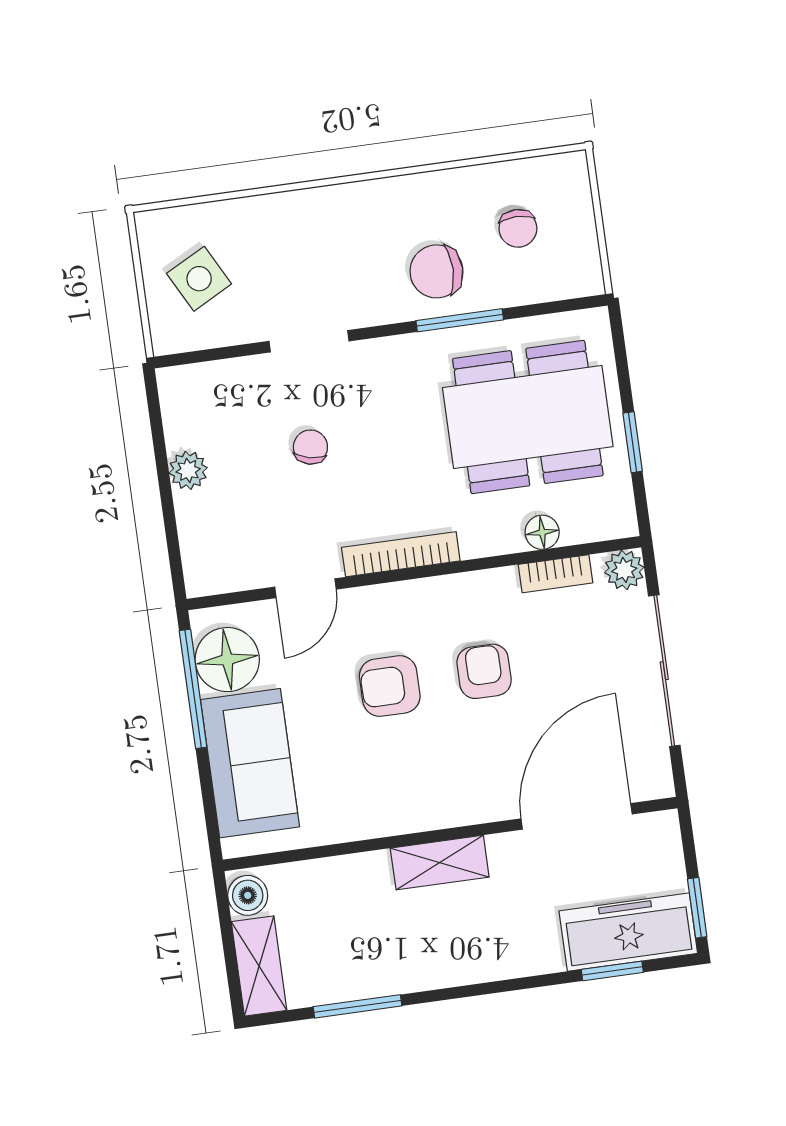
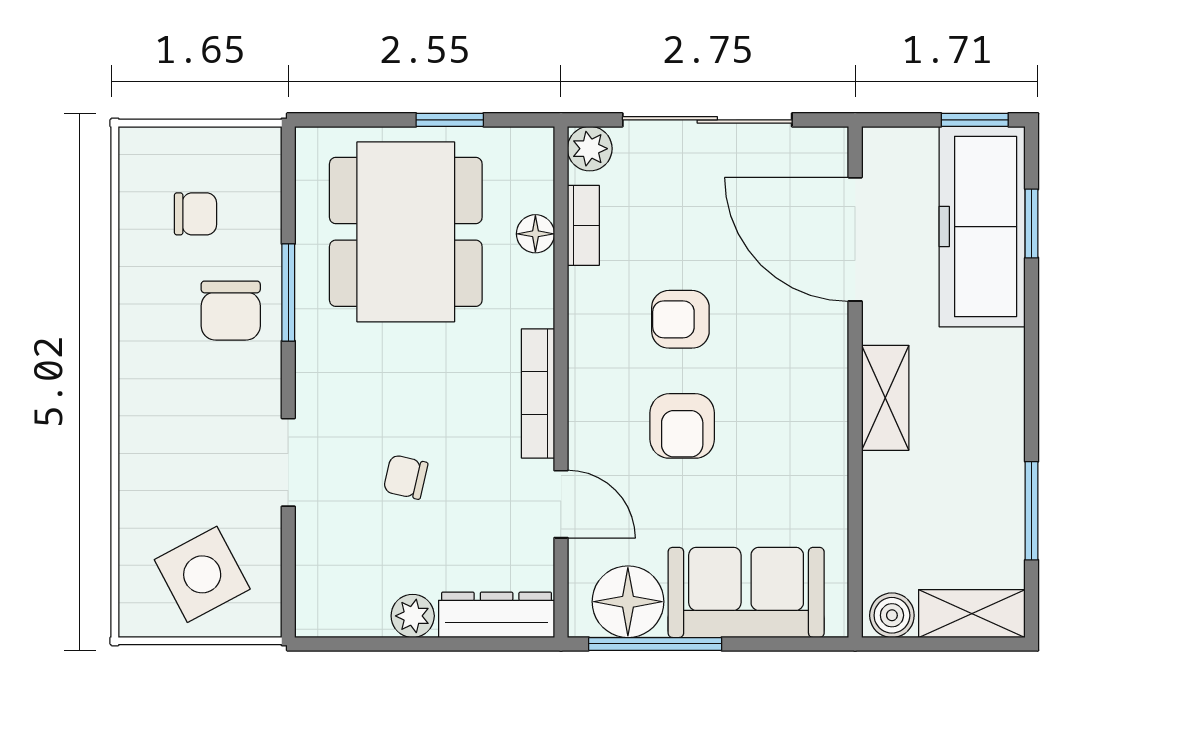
side table: (199, 279) -> (202, 574), width x1.37, depth x1.37
dresser: (199, 545) -> (497, 615), added
freezer: (628, 932) -> (982, 227), width x1.36, depth x1.26

